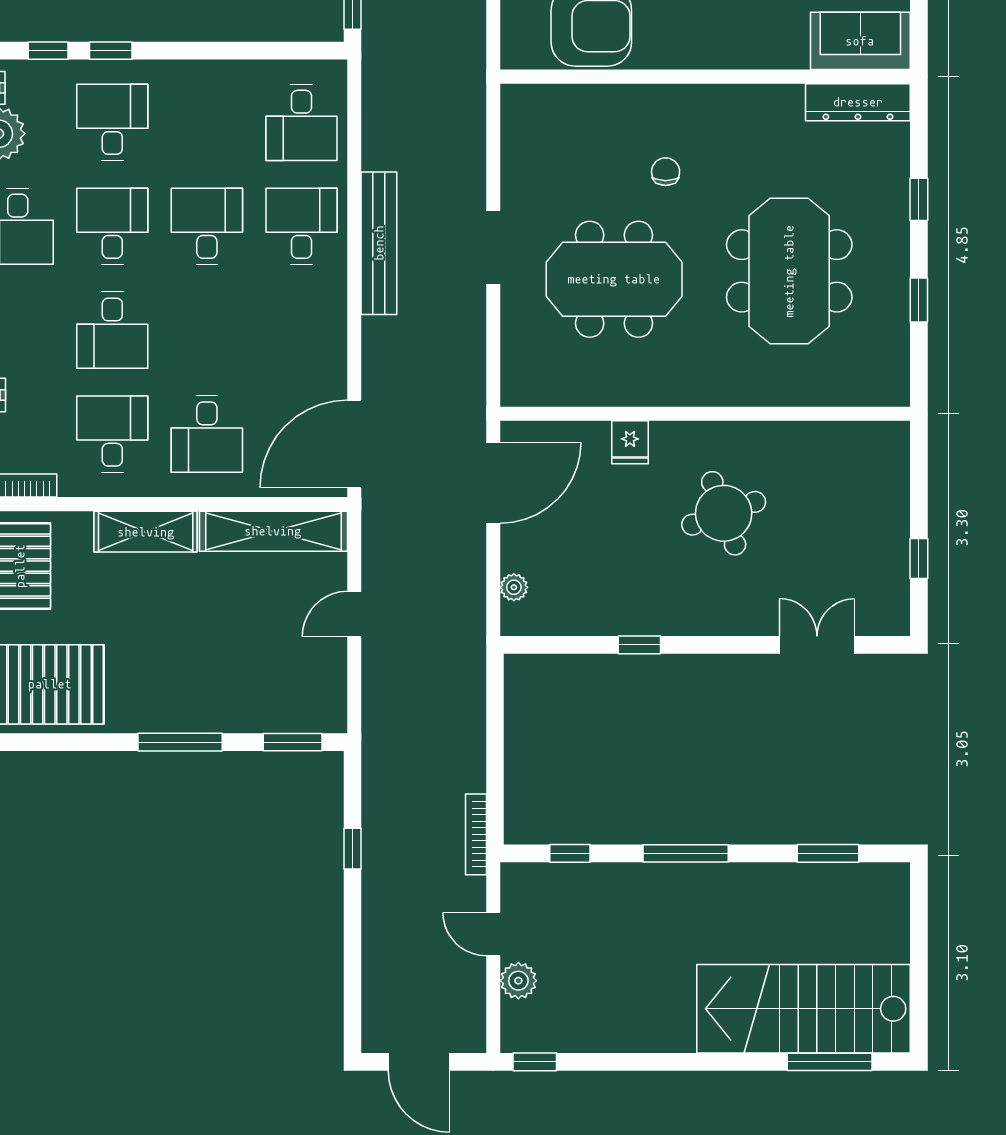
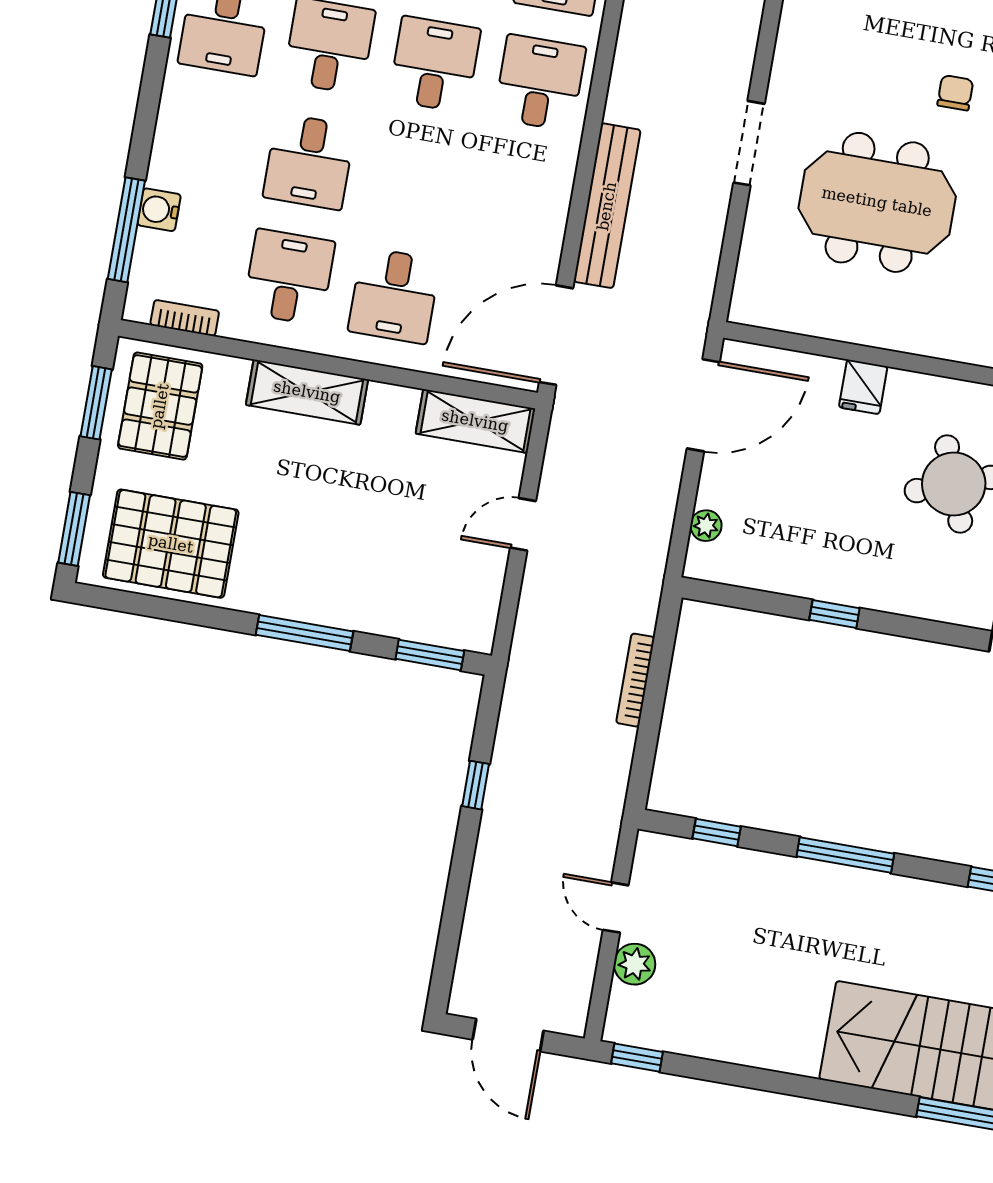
bench: (379, 243) -> (607, 206), moved
shelving: (273, 531) -> (475, 421), width x0.68
bookcase: (476, 834) -> (635, 680), moved

